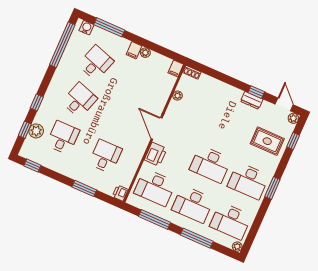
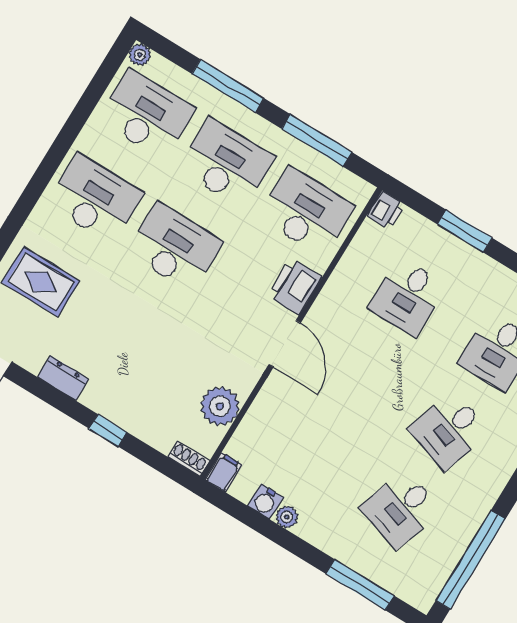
water cooler: (86, 28) -> (265, 502), moved
filing cabinet: (134, 50) -> (312, 526), removed
window: (256, 92) -> (108, 430), moved
plant: (178, 96) -> (220, 406), width x1.87, depth x1.87
window: (272, 188) -> (43, 175), removed

